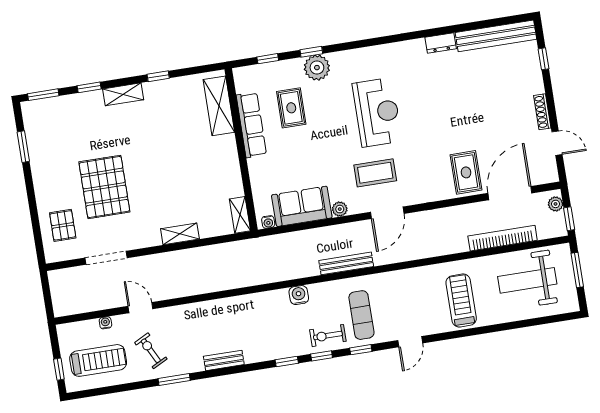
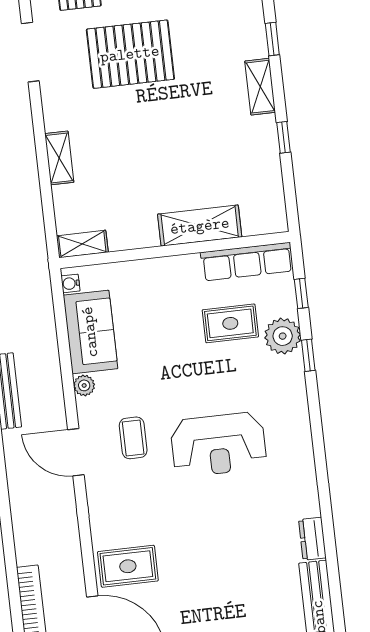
plant: (317, 68) -> (283, 336), moved
shelving: (219, 106) -> (200, 226), moved
row of seats: (251, 125) -> (247, 262), moved
coffee table: (375, 173) -> (133, 438), width x0.73, depth x0.77

